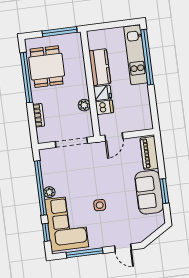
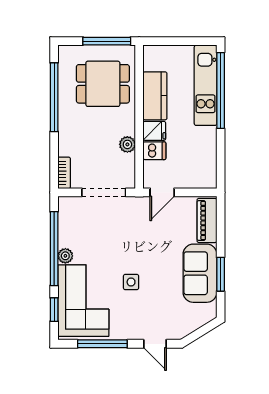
dining table: (47, 67) -> (103, 84), moved, turned 90
bookcase: (39, 115) -> (64, 173), moved

